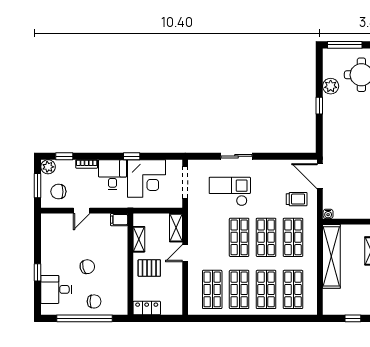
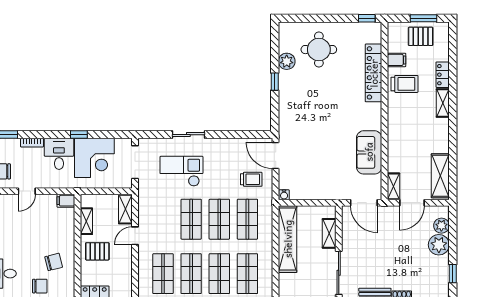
window: (345, 45) -> (301, 18), removed
chair: (87, 267) -> (54, 262), moved

